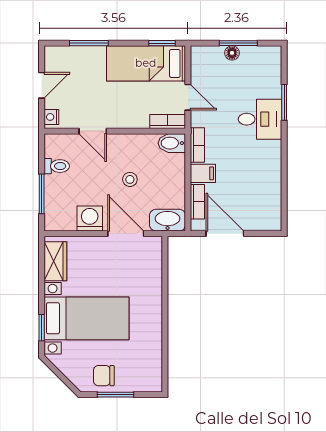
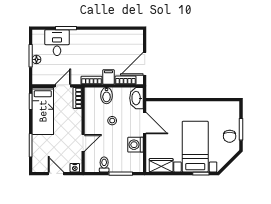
desk: (260, 119) -> (57, 43), moved
bidet: (172, 143) -> (107, 96), moved
door: (126, 234) -> (145, 123), swing flipped

